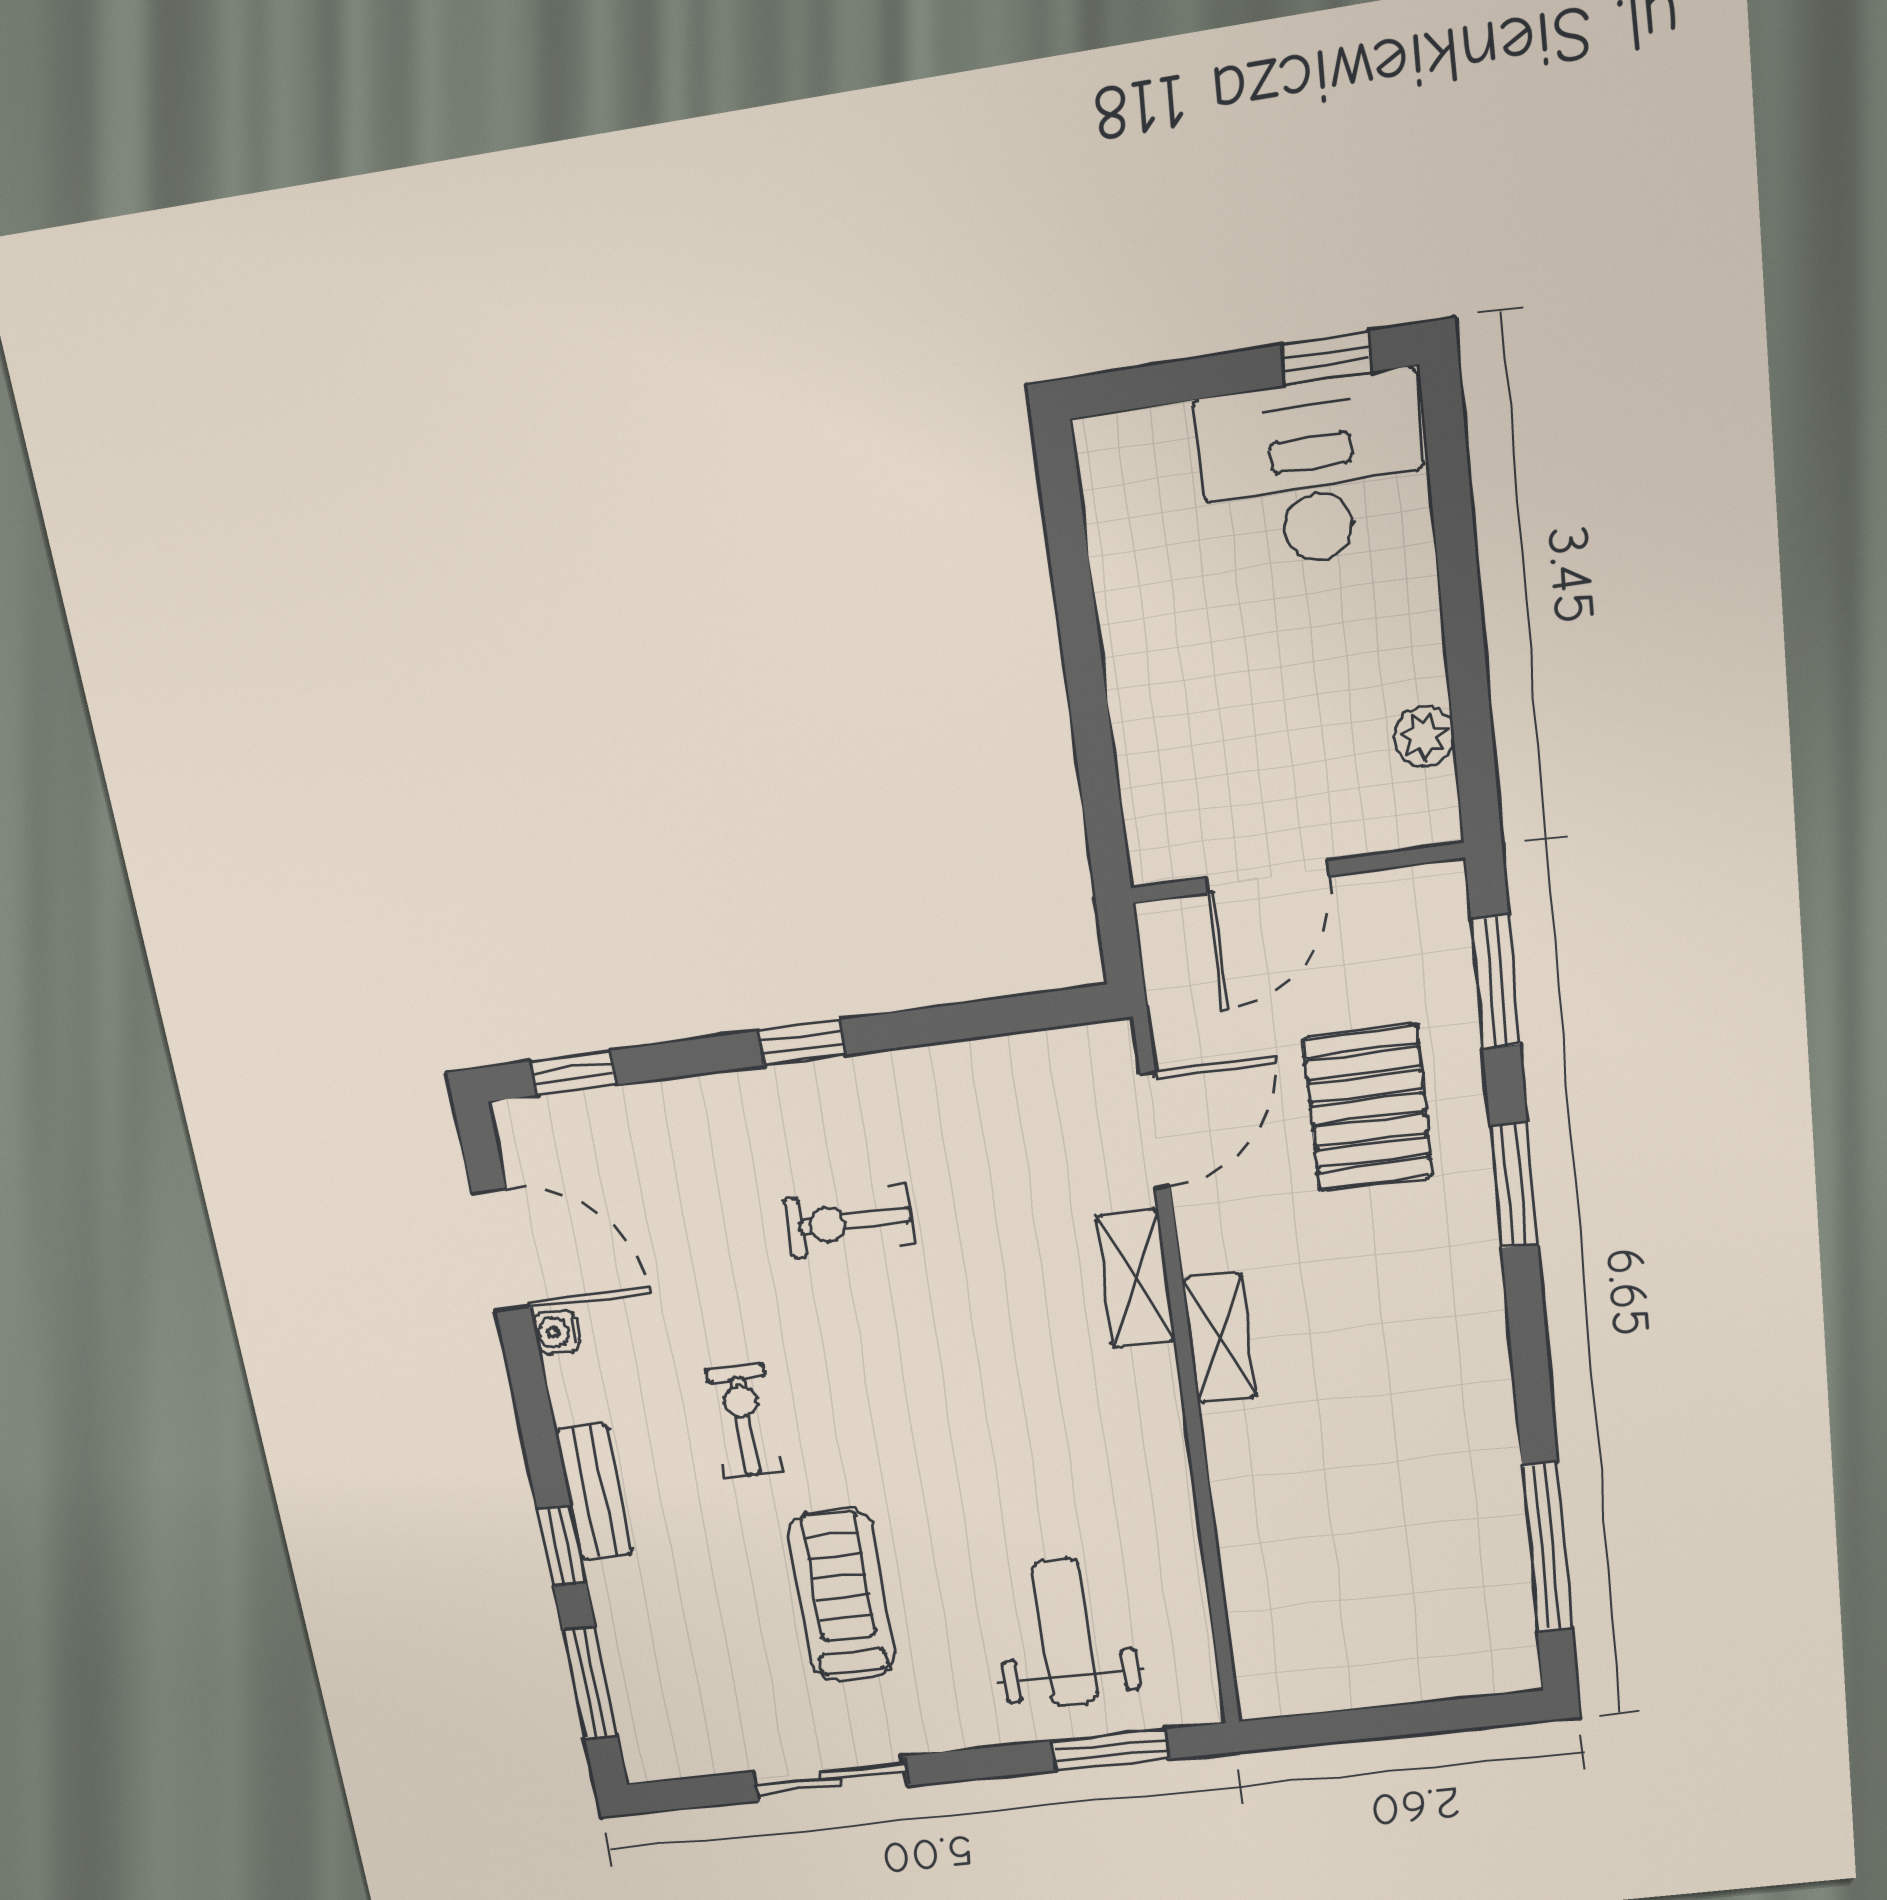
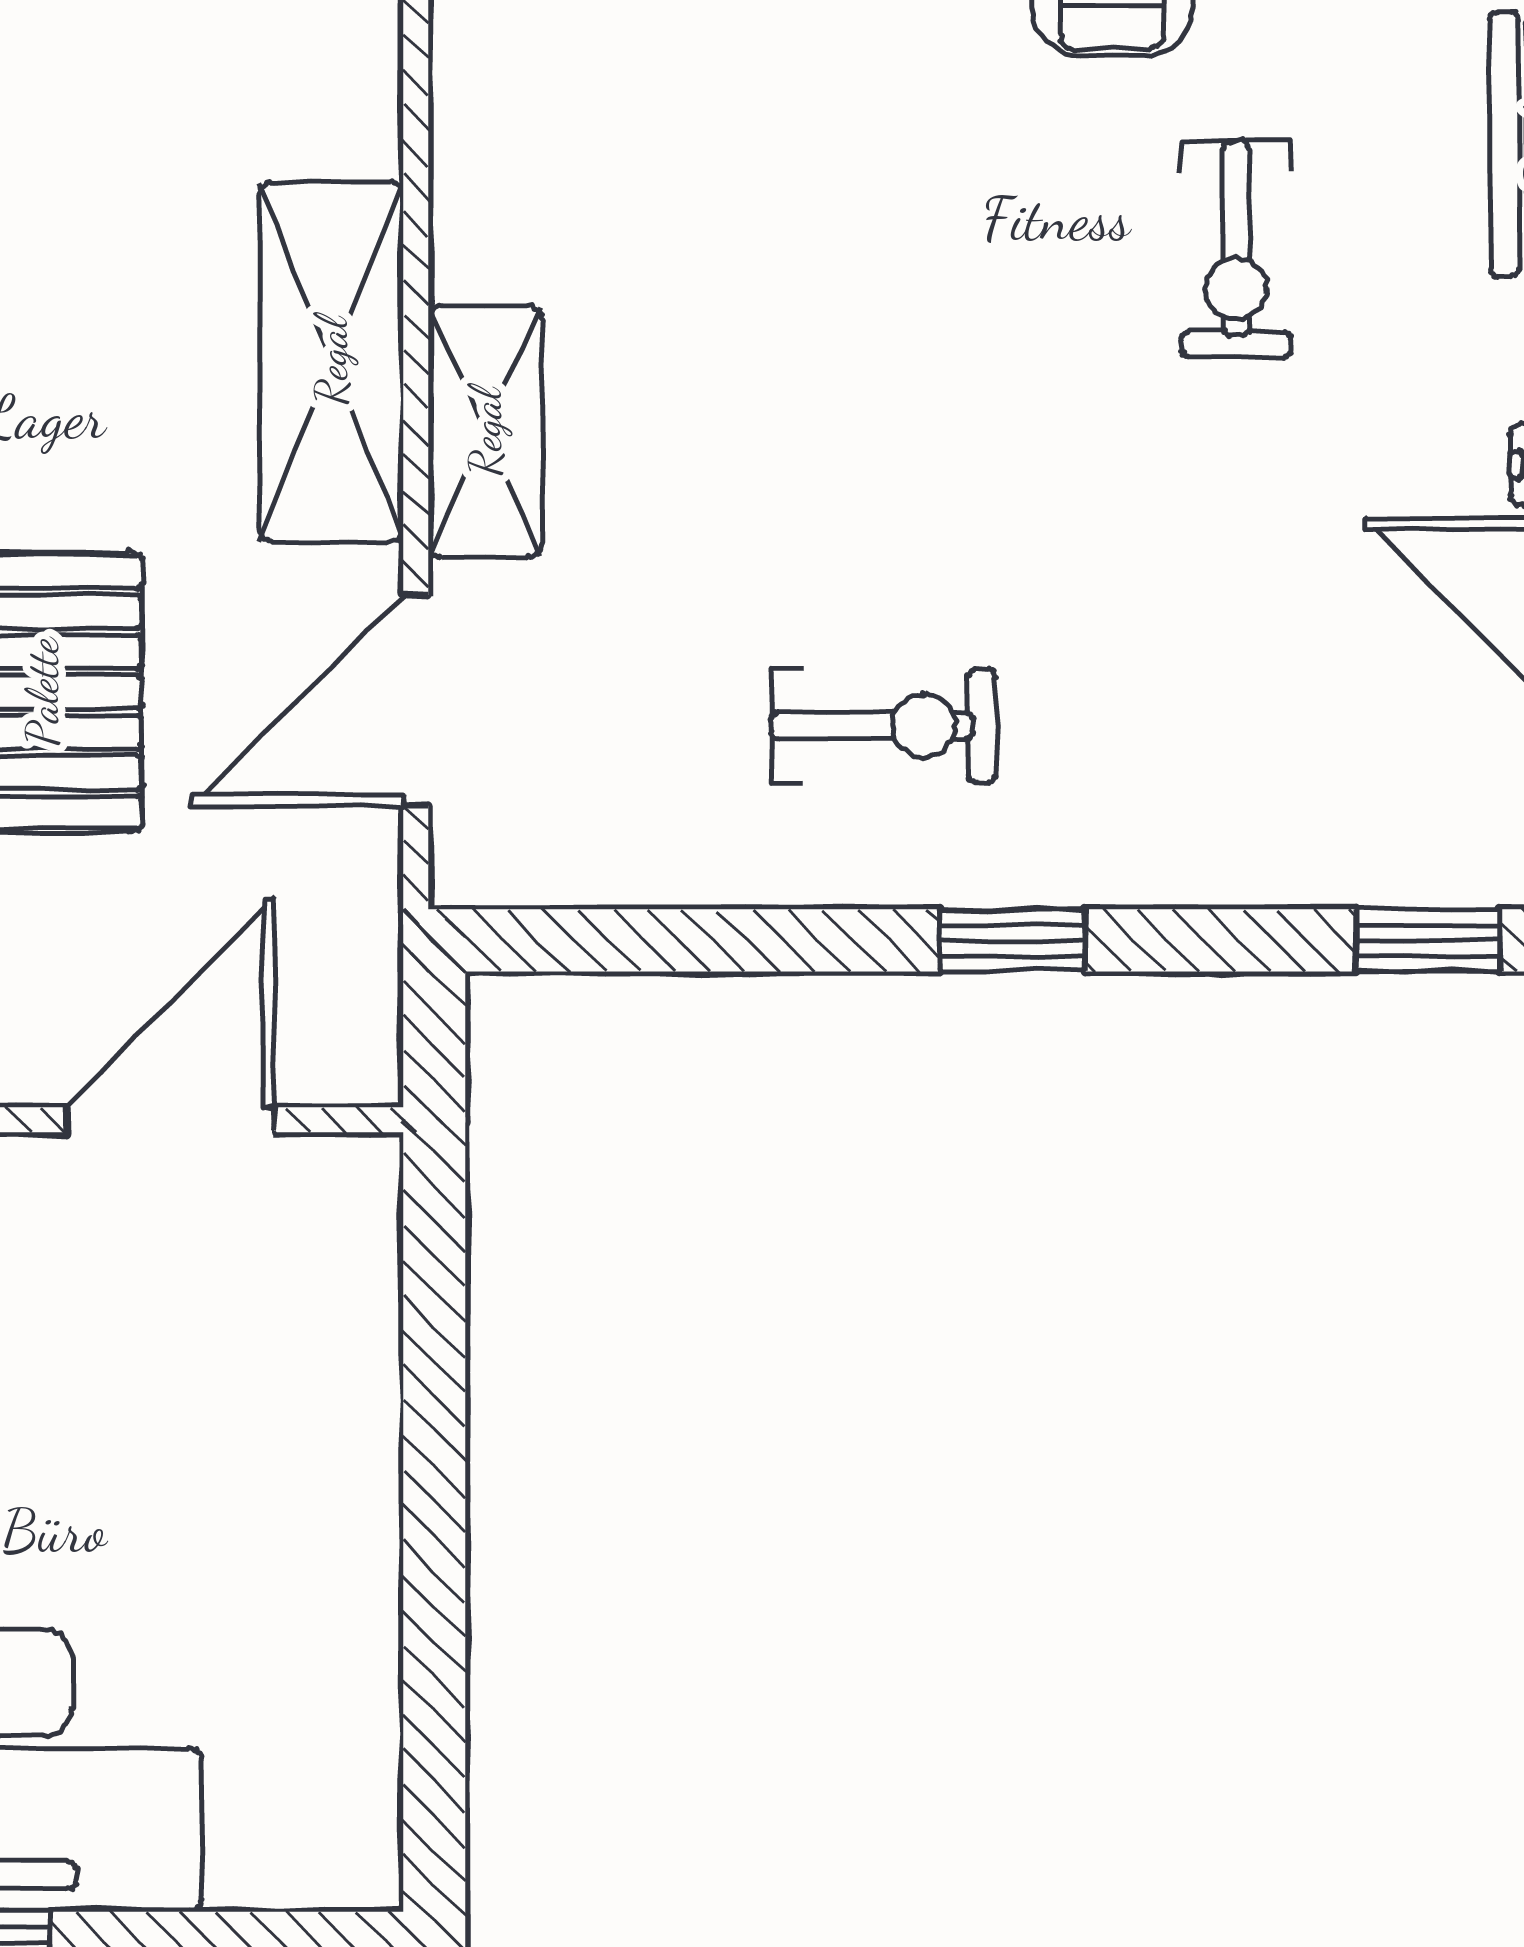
exercise bike: (849, 1222) -> (883, 726), moved
shelving: (1219, 1338) -> (331, 361), width x1.50, depth x1.33

